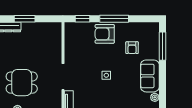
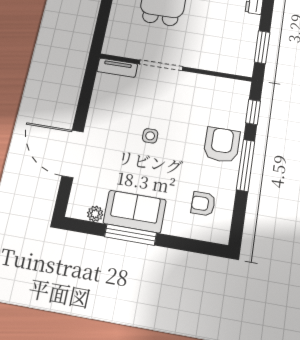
window: (25, 19) -> (262, 47), moved
window: (163, 46) -> (131, 235), moved
armchair: (132, 48) -> (203, 204), moved

